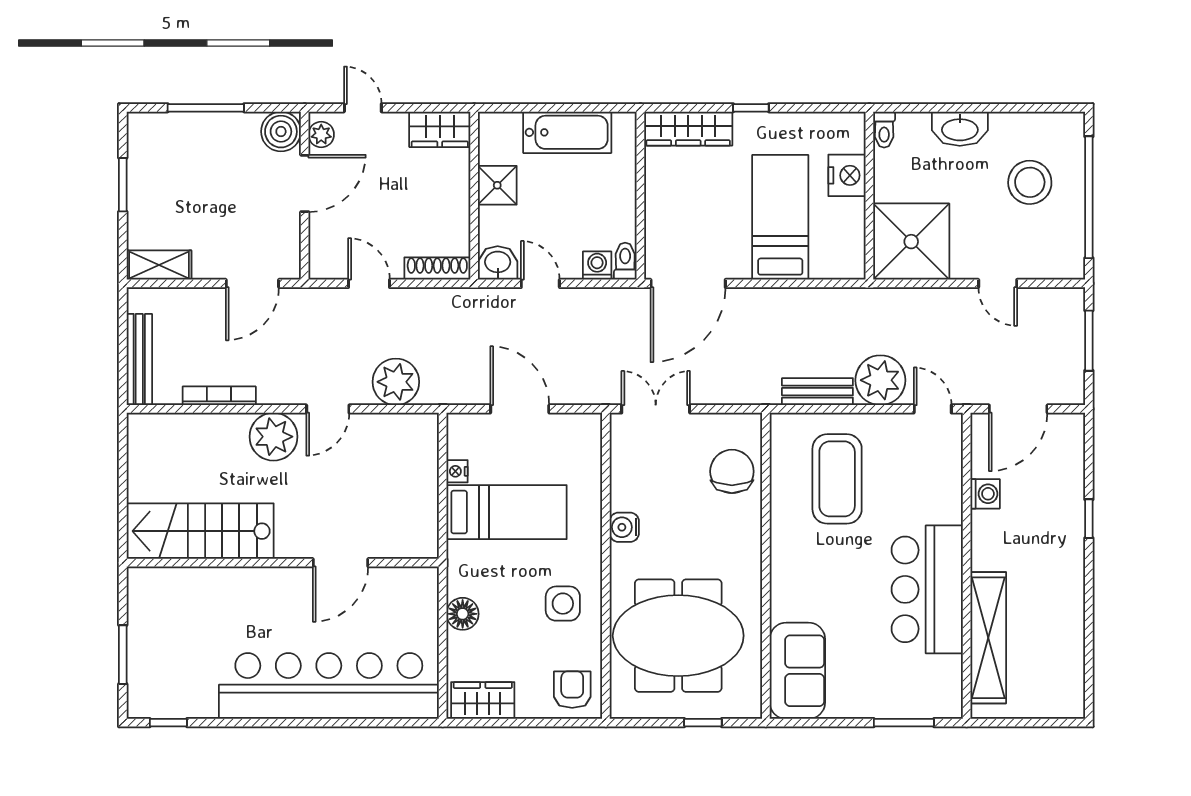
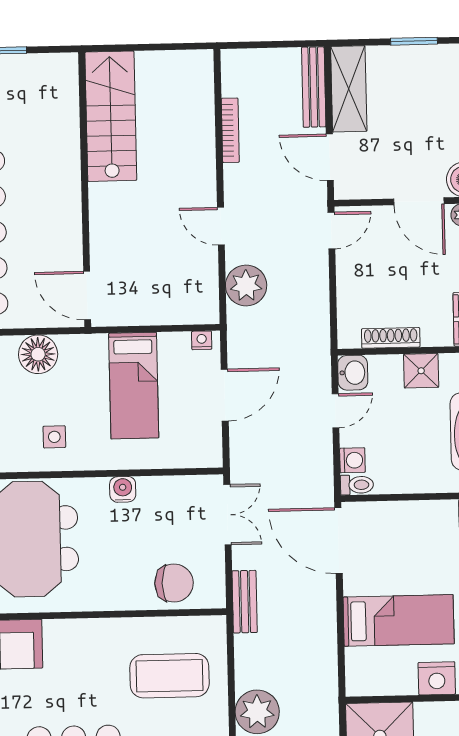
shelving: (159, 265) -> (349, 89), width x1.50, depth x1.33
shoe rack: (437, 268) -> (391, 338), moved, turned -90
door: (369, 283) -> (331, 231), moved
bench: (139, 360) -> (314, 87), moved, turned 90
bench: (817, 392) -> (245, 602), moved
plant: (273, 437) -> (195, 179), removed
nightstand: (457, 471) -> (202, 340), moved
door: (341, 563) -> (87, 295), moved
side table: (563, 604) -> (54, 437), width x0.73, depth x0.73
floor lamp: (463, 614) -> (38, 354), width x1.38, depth x1.38

